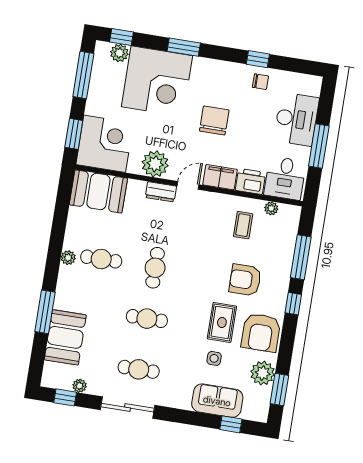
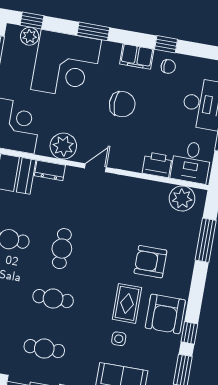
chair: (214, 121) -> (122, 104), turned 90
filing cabinet: (220, 177) -> (137, 57), moved, turned 180
dresser: (161, 192) -> (50, 170), moved
plant: (271, 208) -> (182, 198), width x1.87, depth x1.87
coffee table: (243, 225) -> (149, 208), removed
window: (293, 304) -> (189, 333), moved
plant: (263, 373) -> (166, 354), removed

